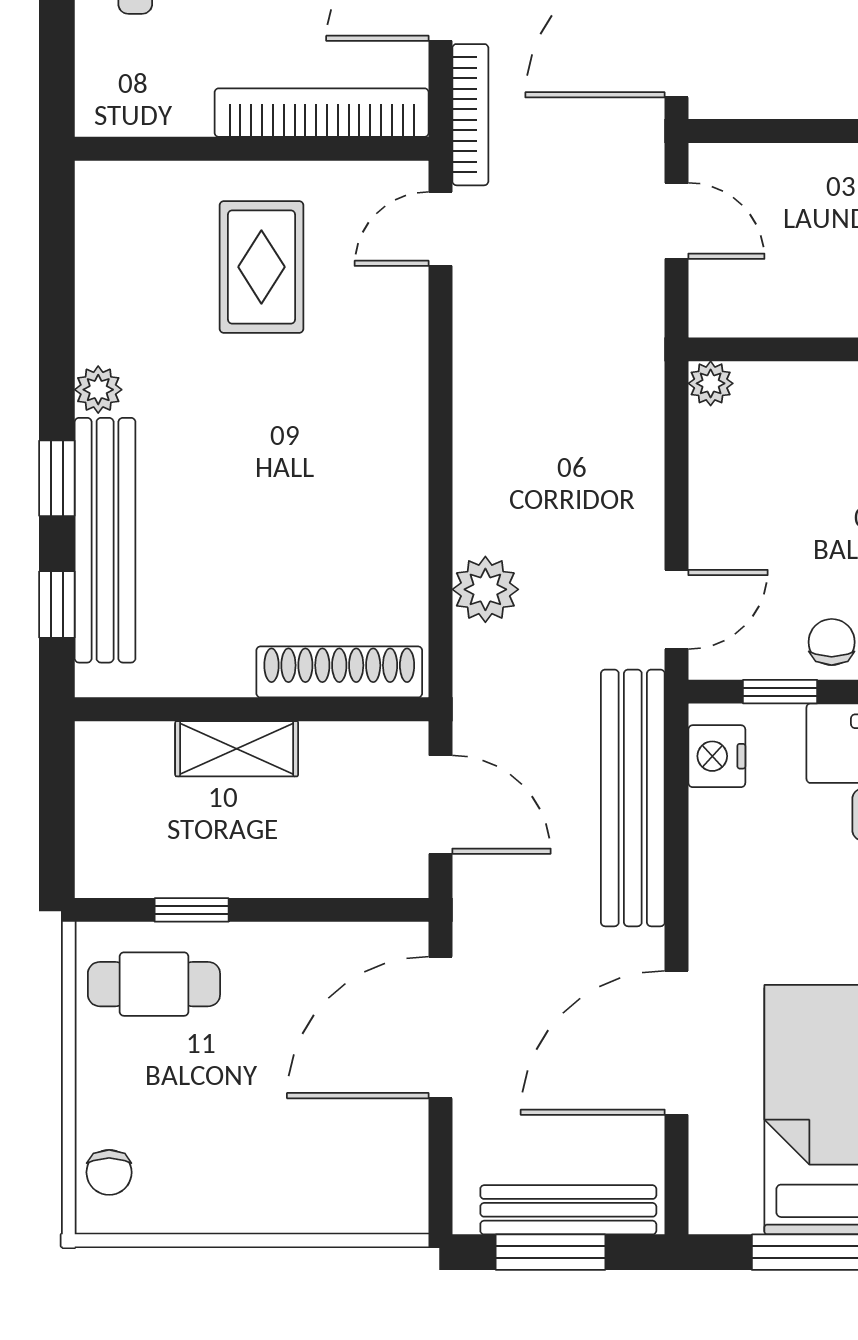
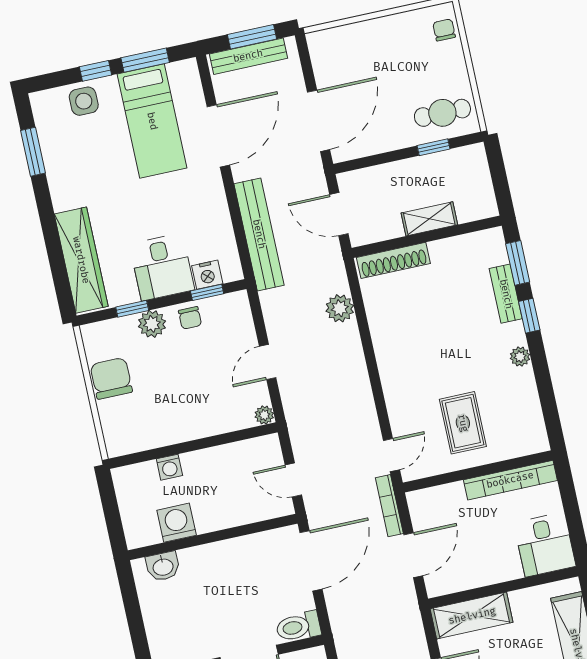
bookcase: (322, 113) -> (510, 480), moved
bench: (105, 540) -> (506, 294), width x0.54, depth x0.82
window: (57, 605) -> (518, 263), width x1.50
door: (677, 610) -> (268, 362), moved
nightstand: (717, 756) -> (207, 275), moved, turned 90

